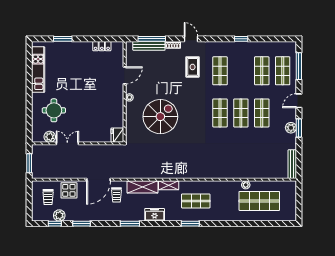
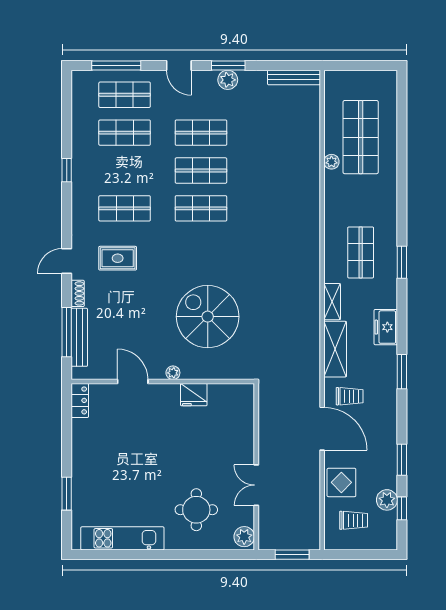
locker: (102, 46) -> (80, 400), moved
fridge: (117, 135) -> (194, 395), moved
plant: (50, 137) -> (244, 537), moved

